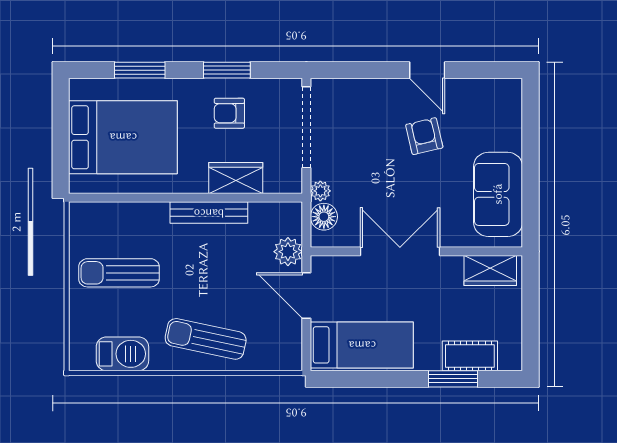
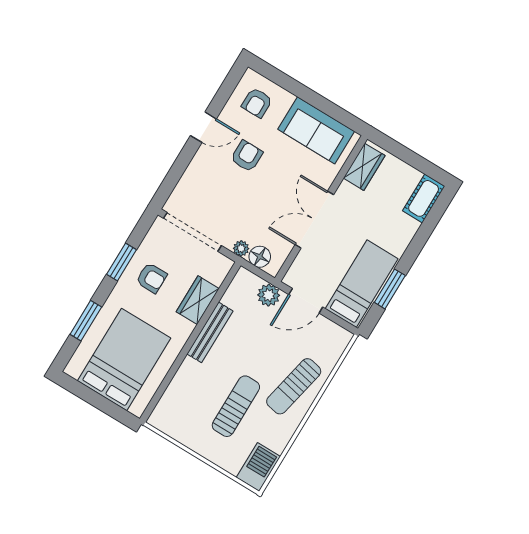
armchair: (489, 112) -> (257, 103), added
armchair: (229, 113) -> (151, 278), turned -90
armchair: (424, 136) -> (247, 156), turned 103
sun lounger: (119, 273) -> (236, 406), moved, turned 180
barbecue: (122, 354) -> (258, 467), moved
cot: (470, 356) -> (424, 198), moved
window: (453, 379) -> (390, 289), moved

